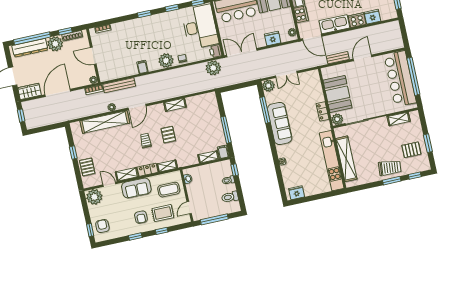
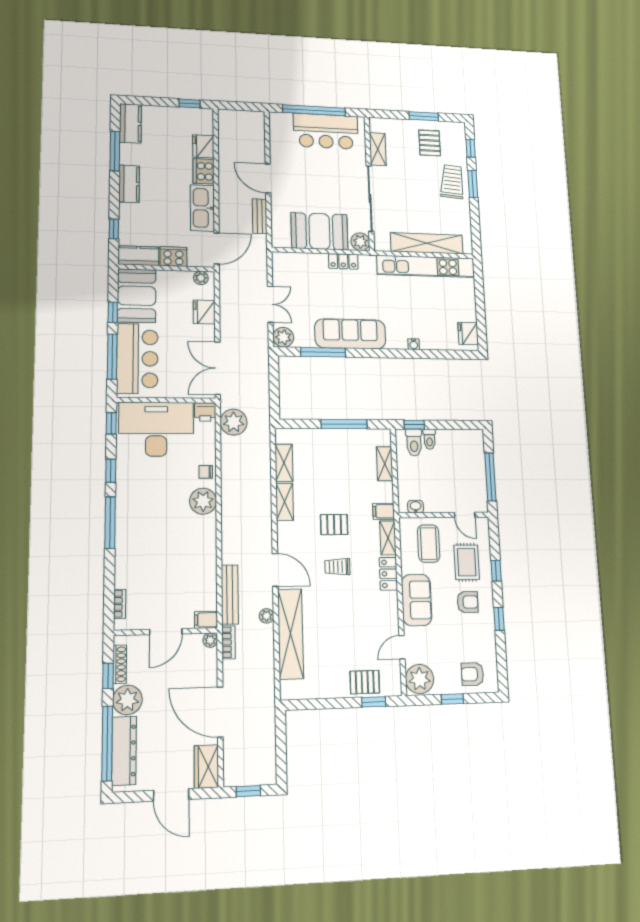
window: (144, 14) -> (110, 523), width x2.17
filing cabinet: (142, 67) -> (206, 620), moved
bar counter: (400, 79) -> (326, 131), width x0.73
filing cabinet: (223, 152) -> (384, 511), moved
window: (73, 153) -> (374, 702), moved
shelving: (127, 174) -> (284, 463), moved
toilet: (230, 197) -> (414, 442), moved
window: (90, 230) -> (452, 699), moved

